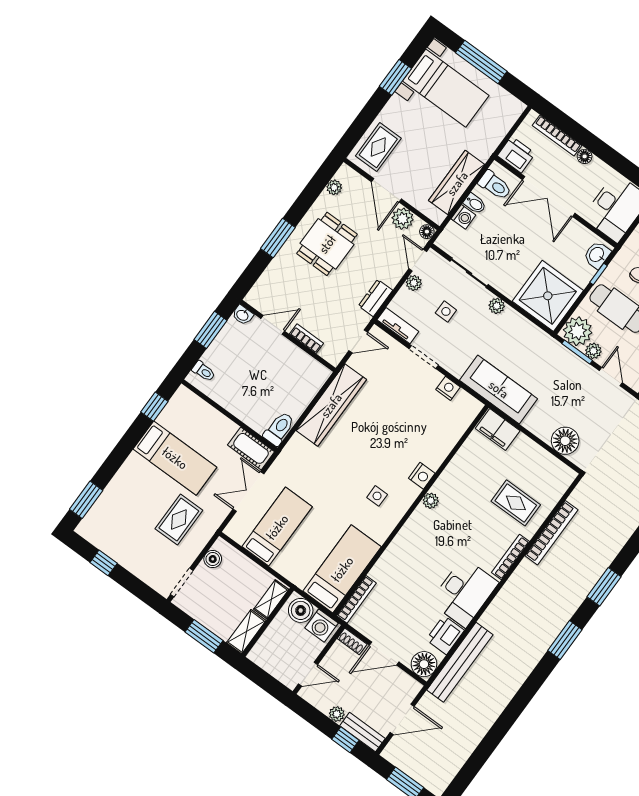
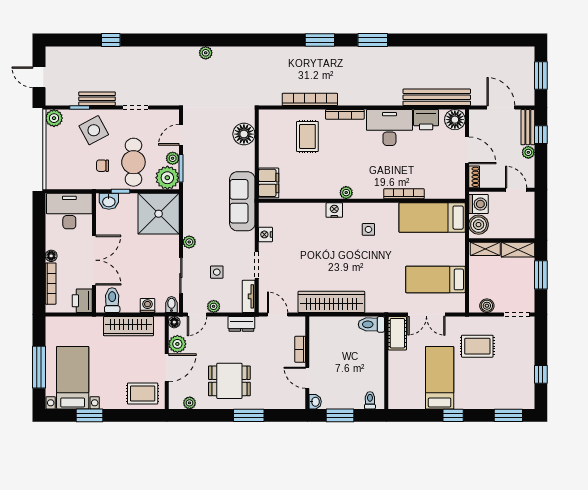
bidet: (475, 204) -> (171, 304), moved
window: (154, 407) -> (453, 415), moved
bookcase: (357, 599) -> (404, 194), moved

